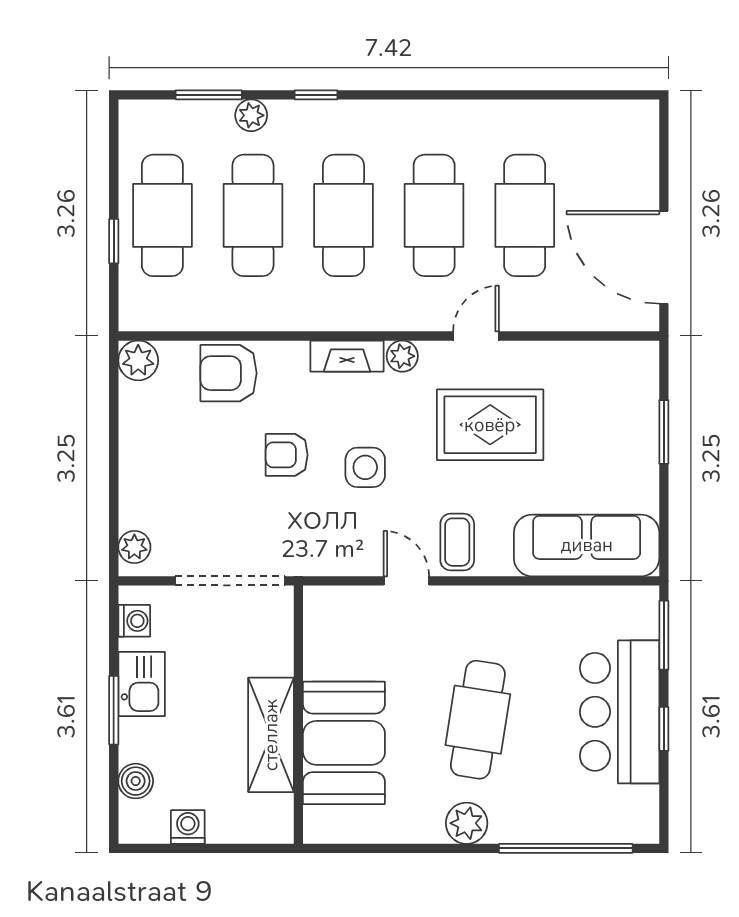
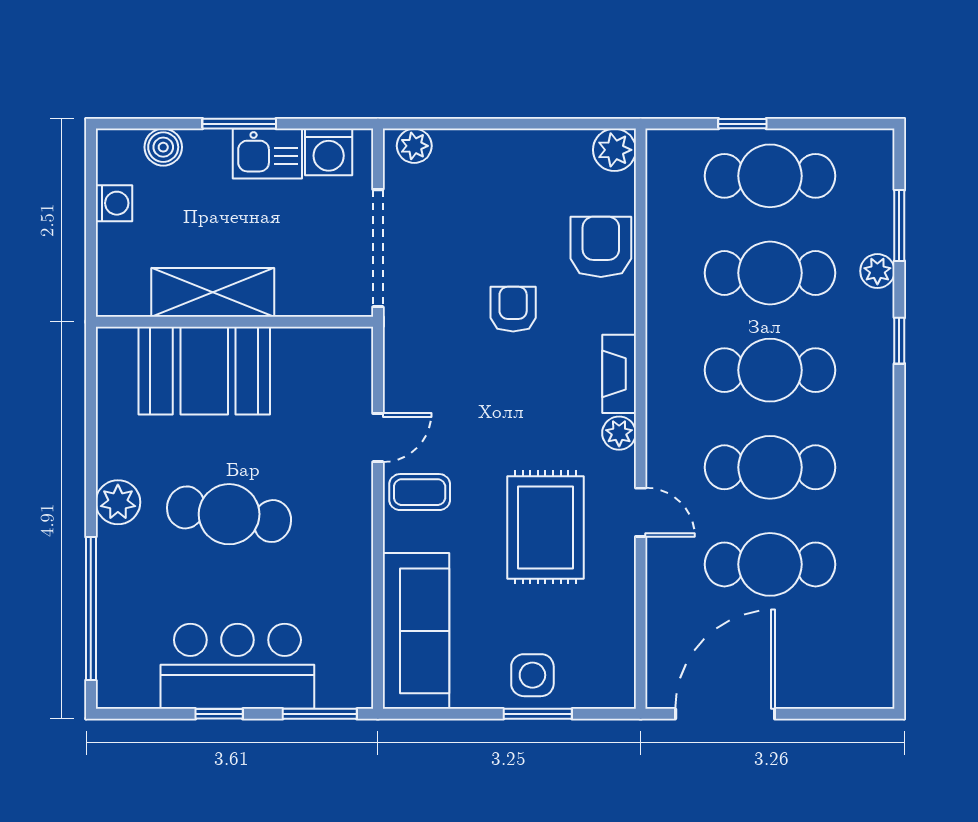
side table: (365, 467) -> (532, 675), moved
washing machine: (134, 621) -> (329, 152), width x1.38, depth x1.38

